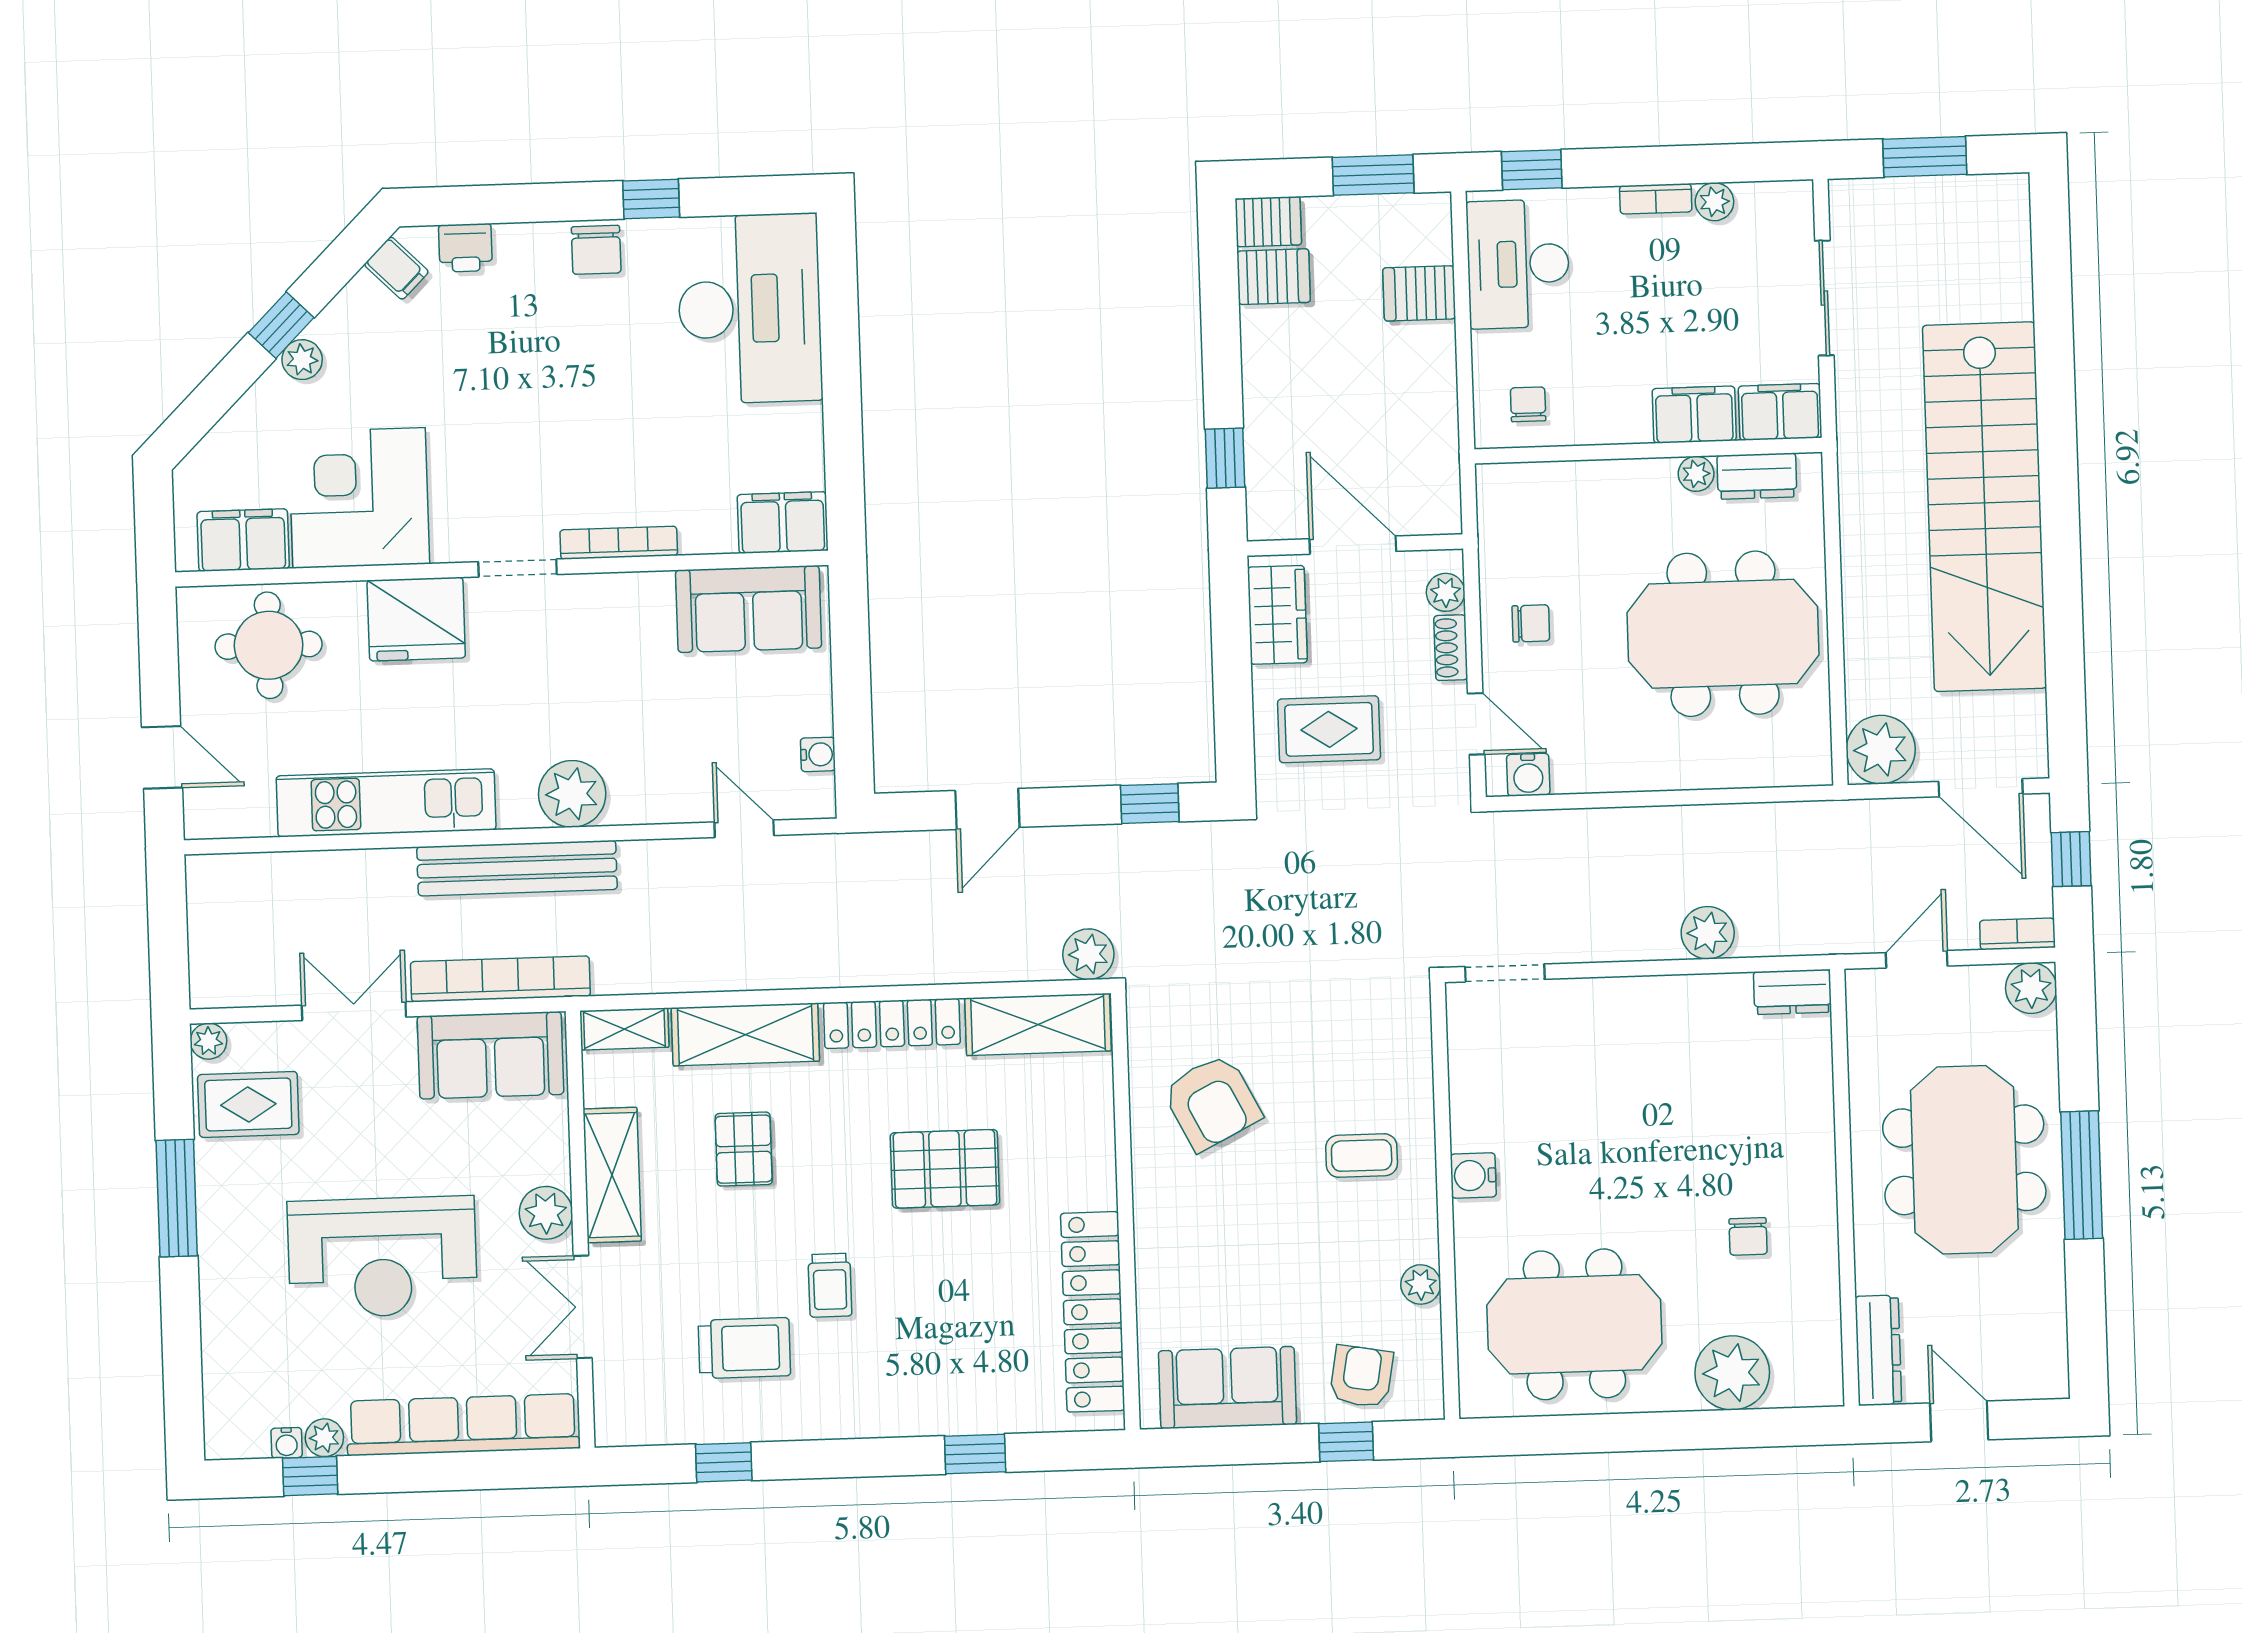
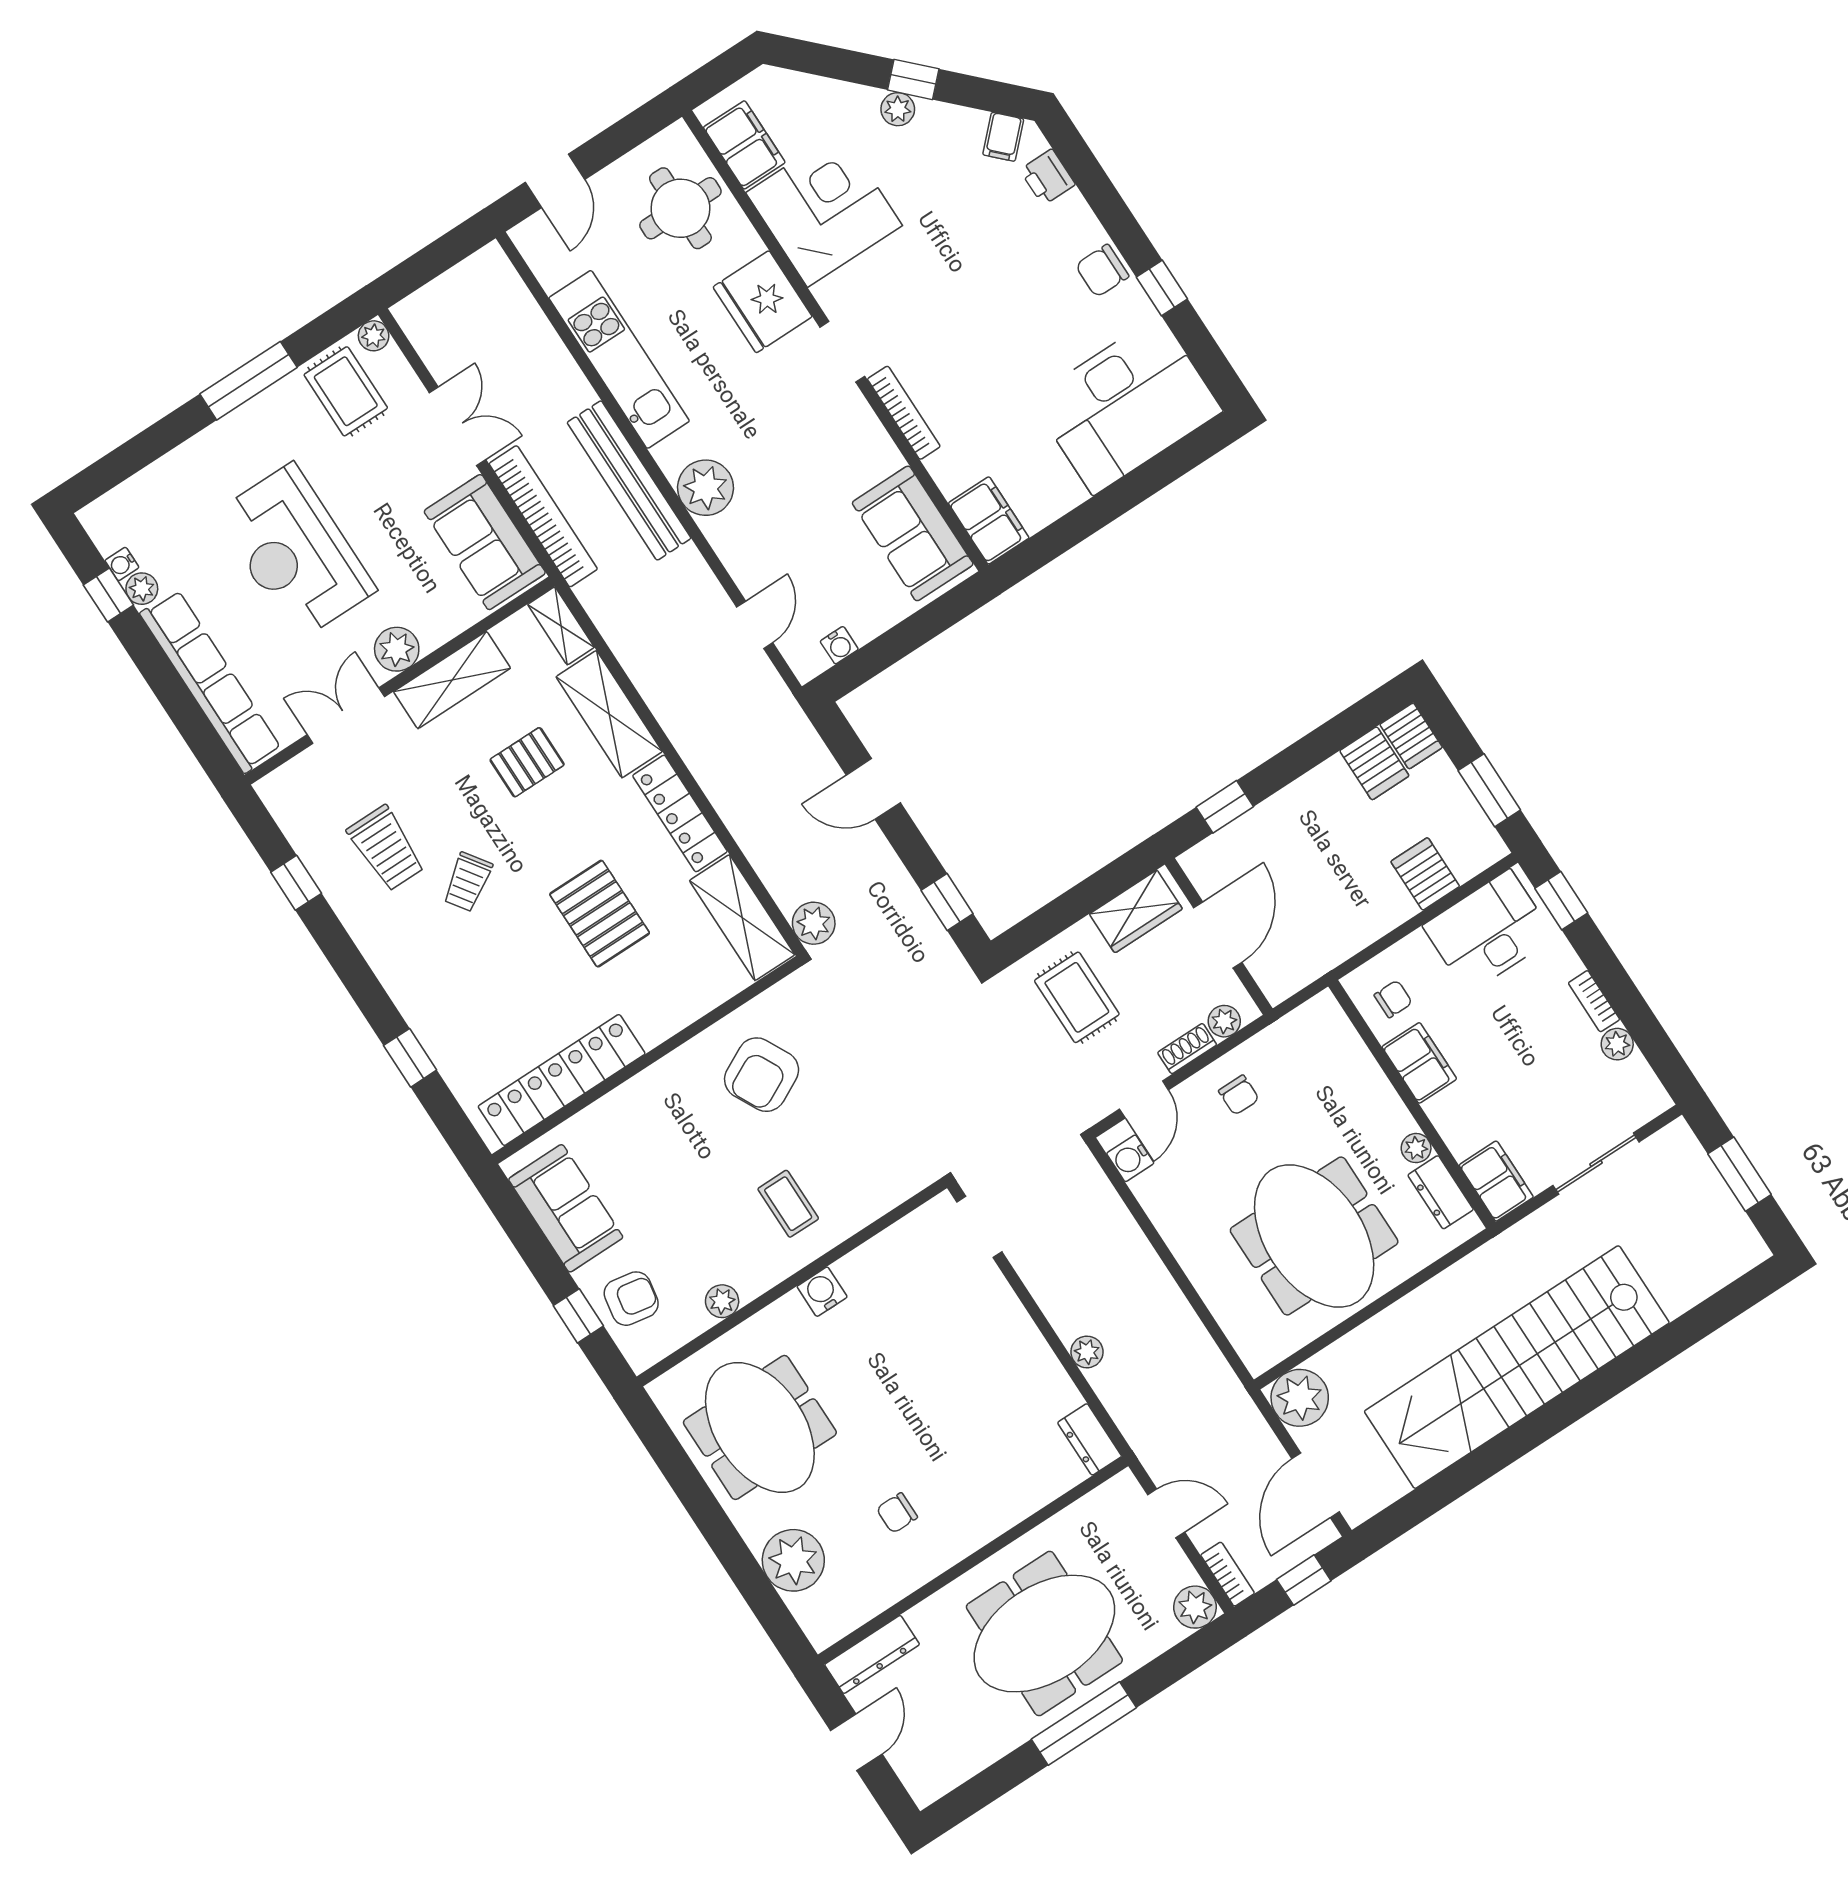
filing cabinet: (1694, 415) -> (1419, 1063), moved
plant: (1708, 933) -> (1087, 1352), width x0.73, depth x0.73
trolley: (830, 1285) -> (468, 882), turned -35

